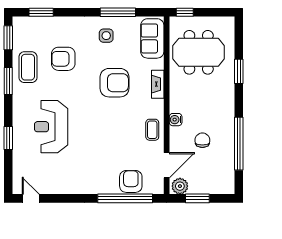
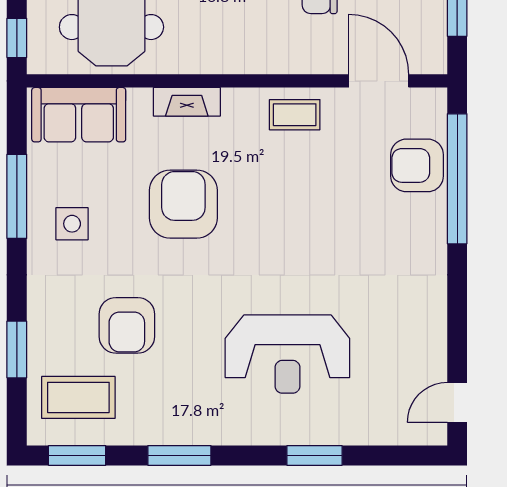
window: (41, 12) -> (17, 349), moved
coffee table: (28, 67) -> (78, 397), moved
water cooler: (176, 120) -> (271, 59), removed
plant: (180, 186) -> (428, 49), removed

